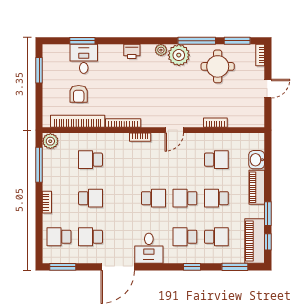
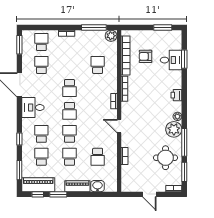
school desk: (90, 198) -> (69, 88), moved
school desk: (216, 237) -> (41, 157), turned 180

